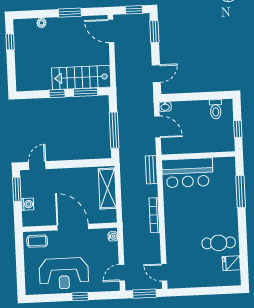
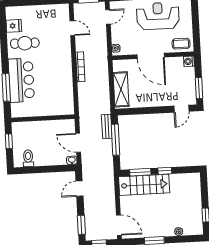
bench: (151, 170) -> (107, 126), moved
bar counter: (187, 173) -> (21, 80), moved, turned 90
washing machine: (27, 204) -> (189, 61), moved
door: (164, 272) -> (72, 28), moved

